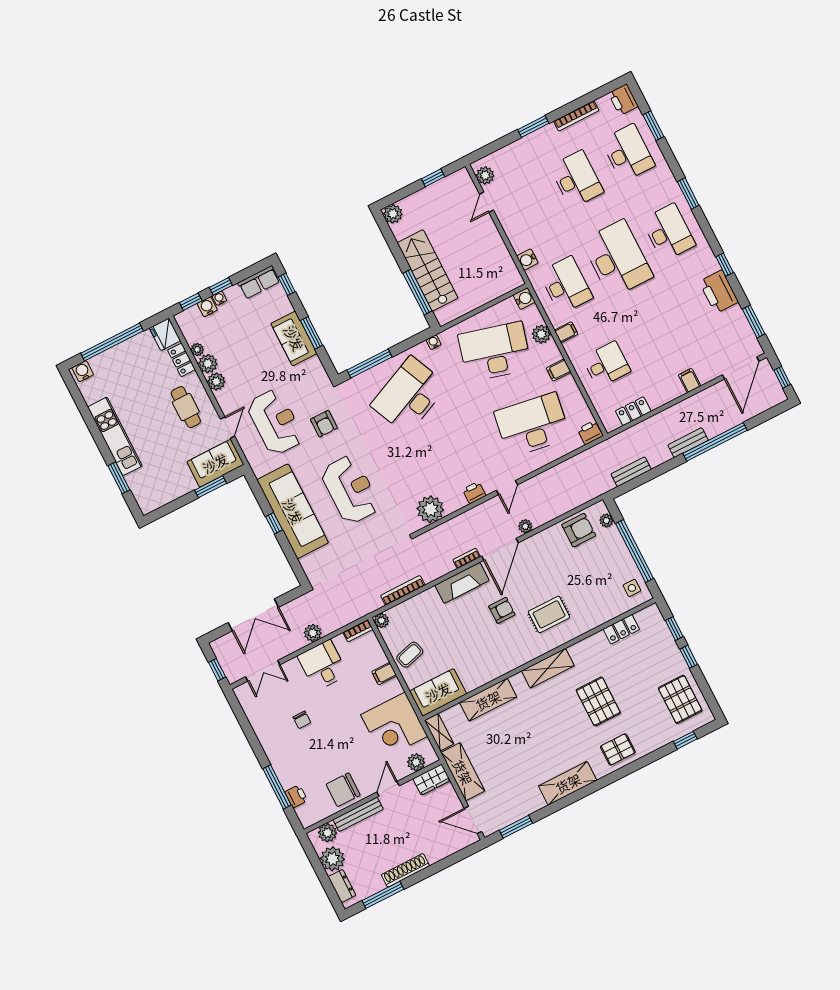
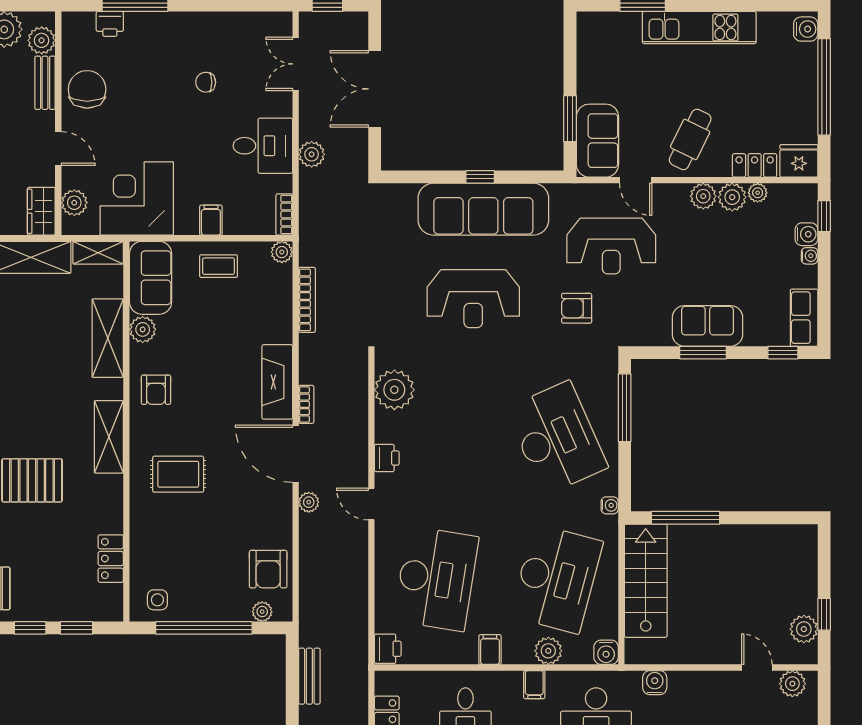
plant: (393, 214) -> (804, 629), moved
stairs: (428, 270) -> (646, 581), moved, turned -90
window: (221, 286) -> (824, 265), removed
cafe table: (186, 407) -> (690, 139), turned -64
armchair: (502, 610) -> (156, 390), moved
rug: (549, 614) -> (178, 474), turned 90
coffee table: (410, 655) -> (219, 266), turned -74
plant: (472, 681) -> (143, 329), added
bench: (358, 814) -> (45, 83), width x0.73

